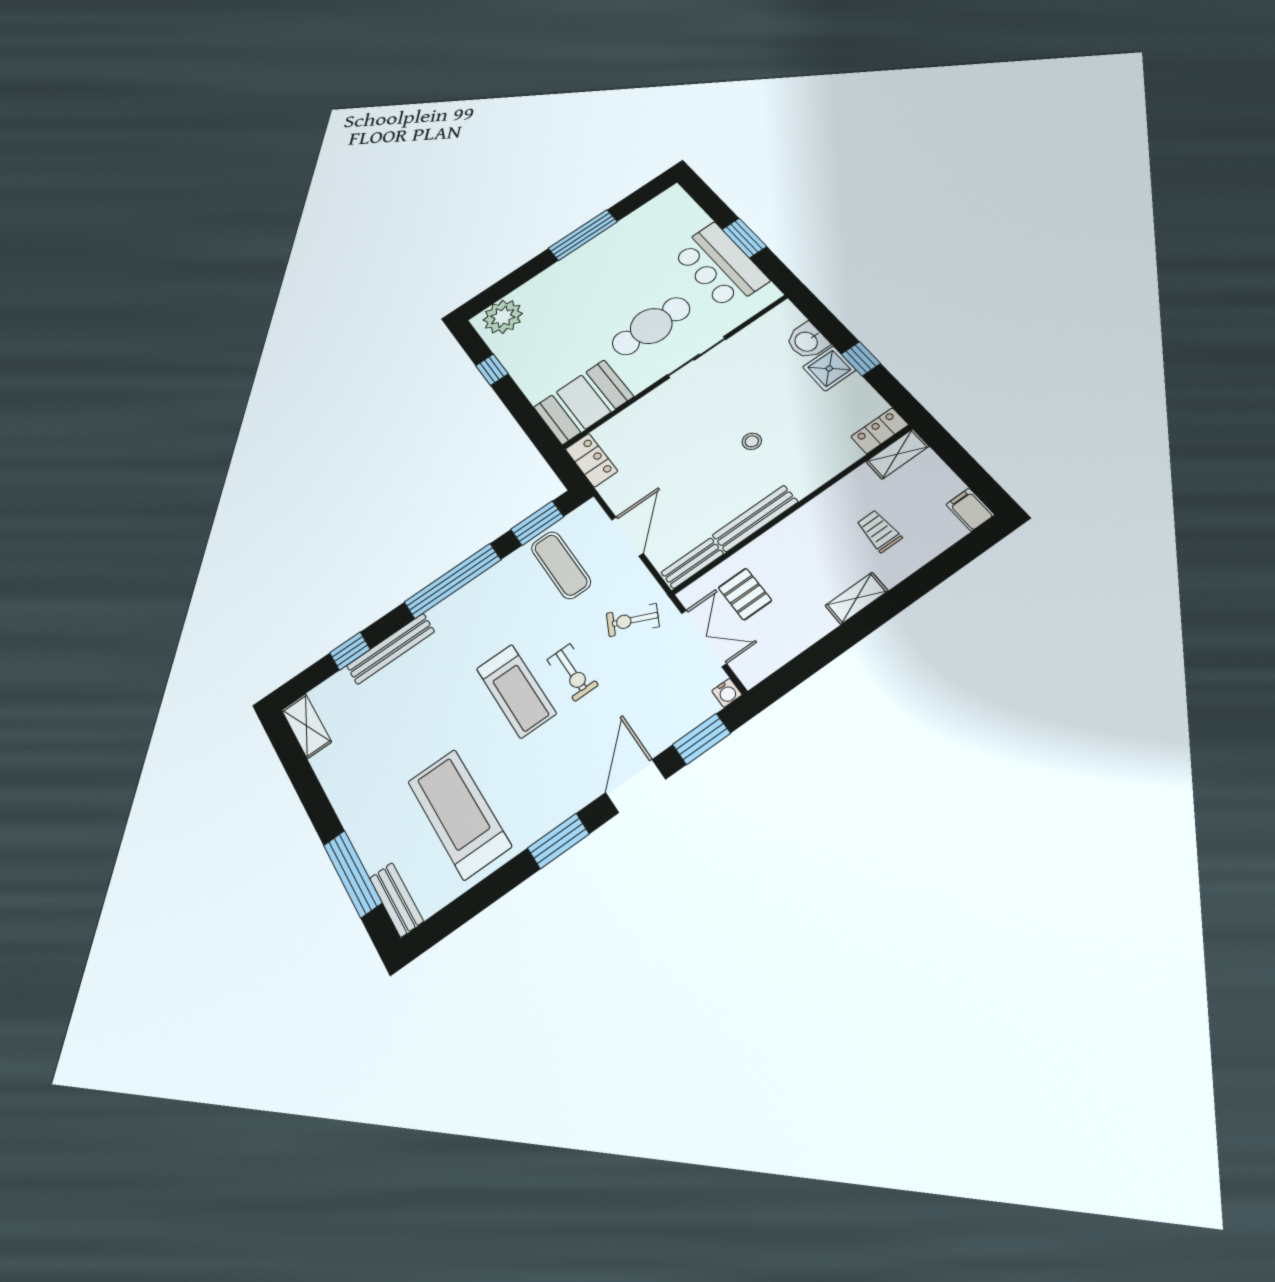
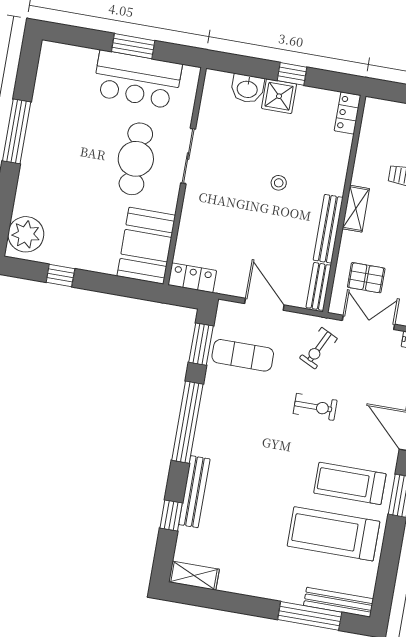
shelving: (897, 454) -> (356, 209), moved
treadmill: (516, 691) -> (350, 483), moved, turned 180
bench: (396, 900) -> (339, 602), width x1.36

